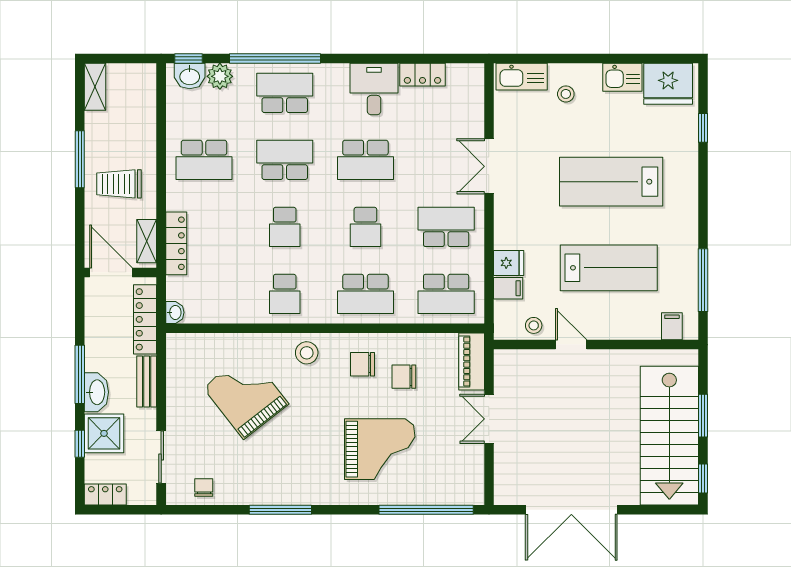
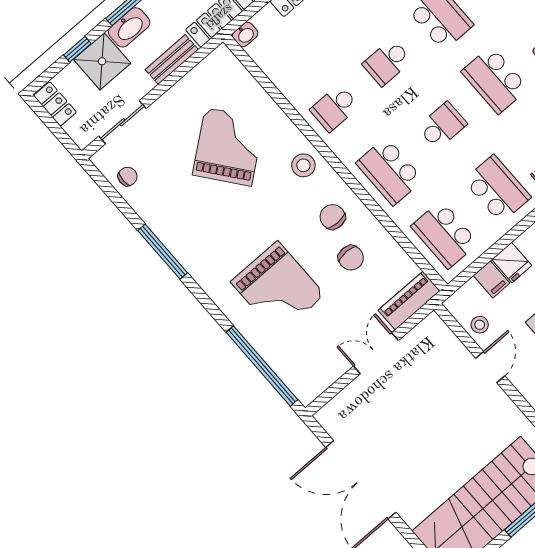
school desk: (365, 227) -> (442, 126), turned 180
chair: (404, 377) -> (351, 258), turned 180

